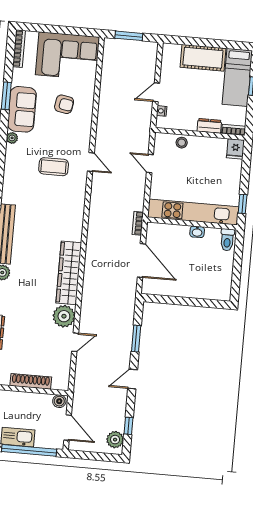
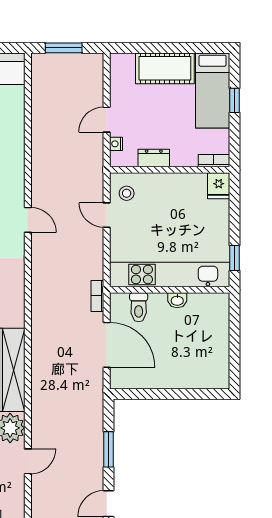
dresser: (209, 126) -> (154, 158), moved
stool: (182, 143) -> (127, 193), moved
toilet: (227, 240) -> (139, 307), moved

